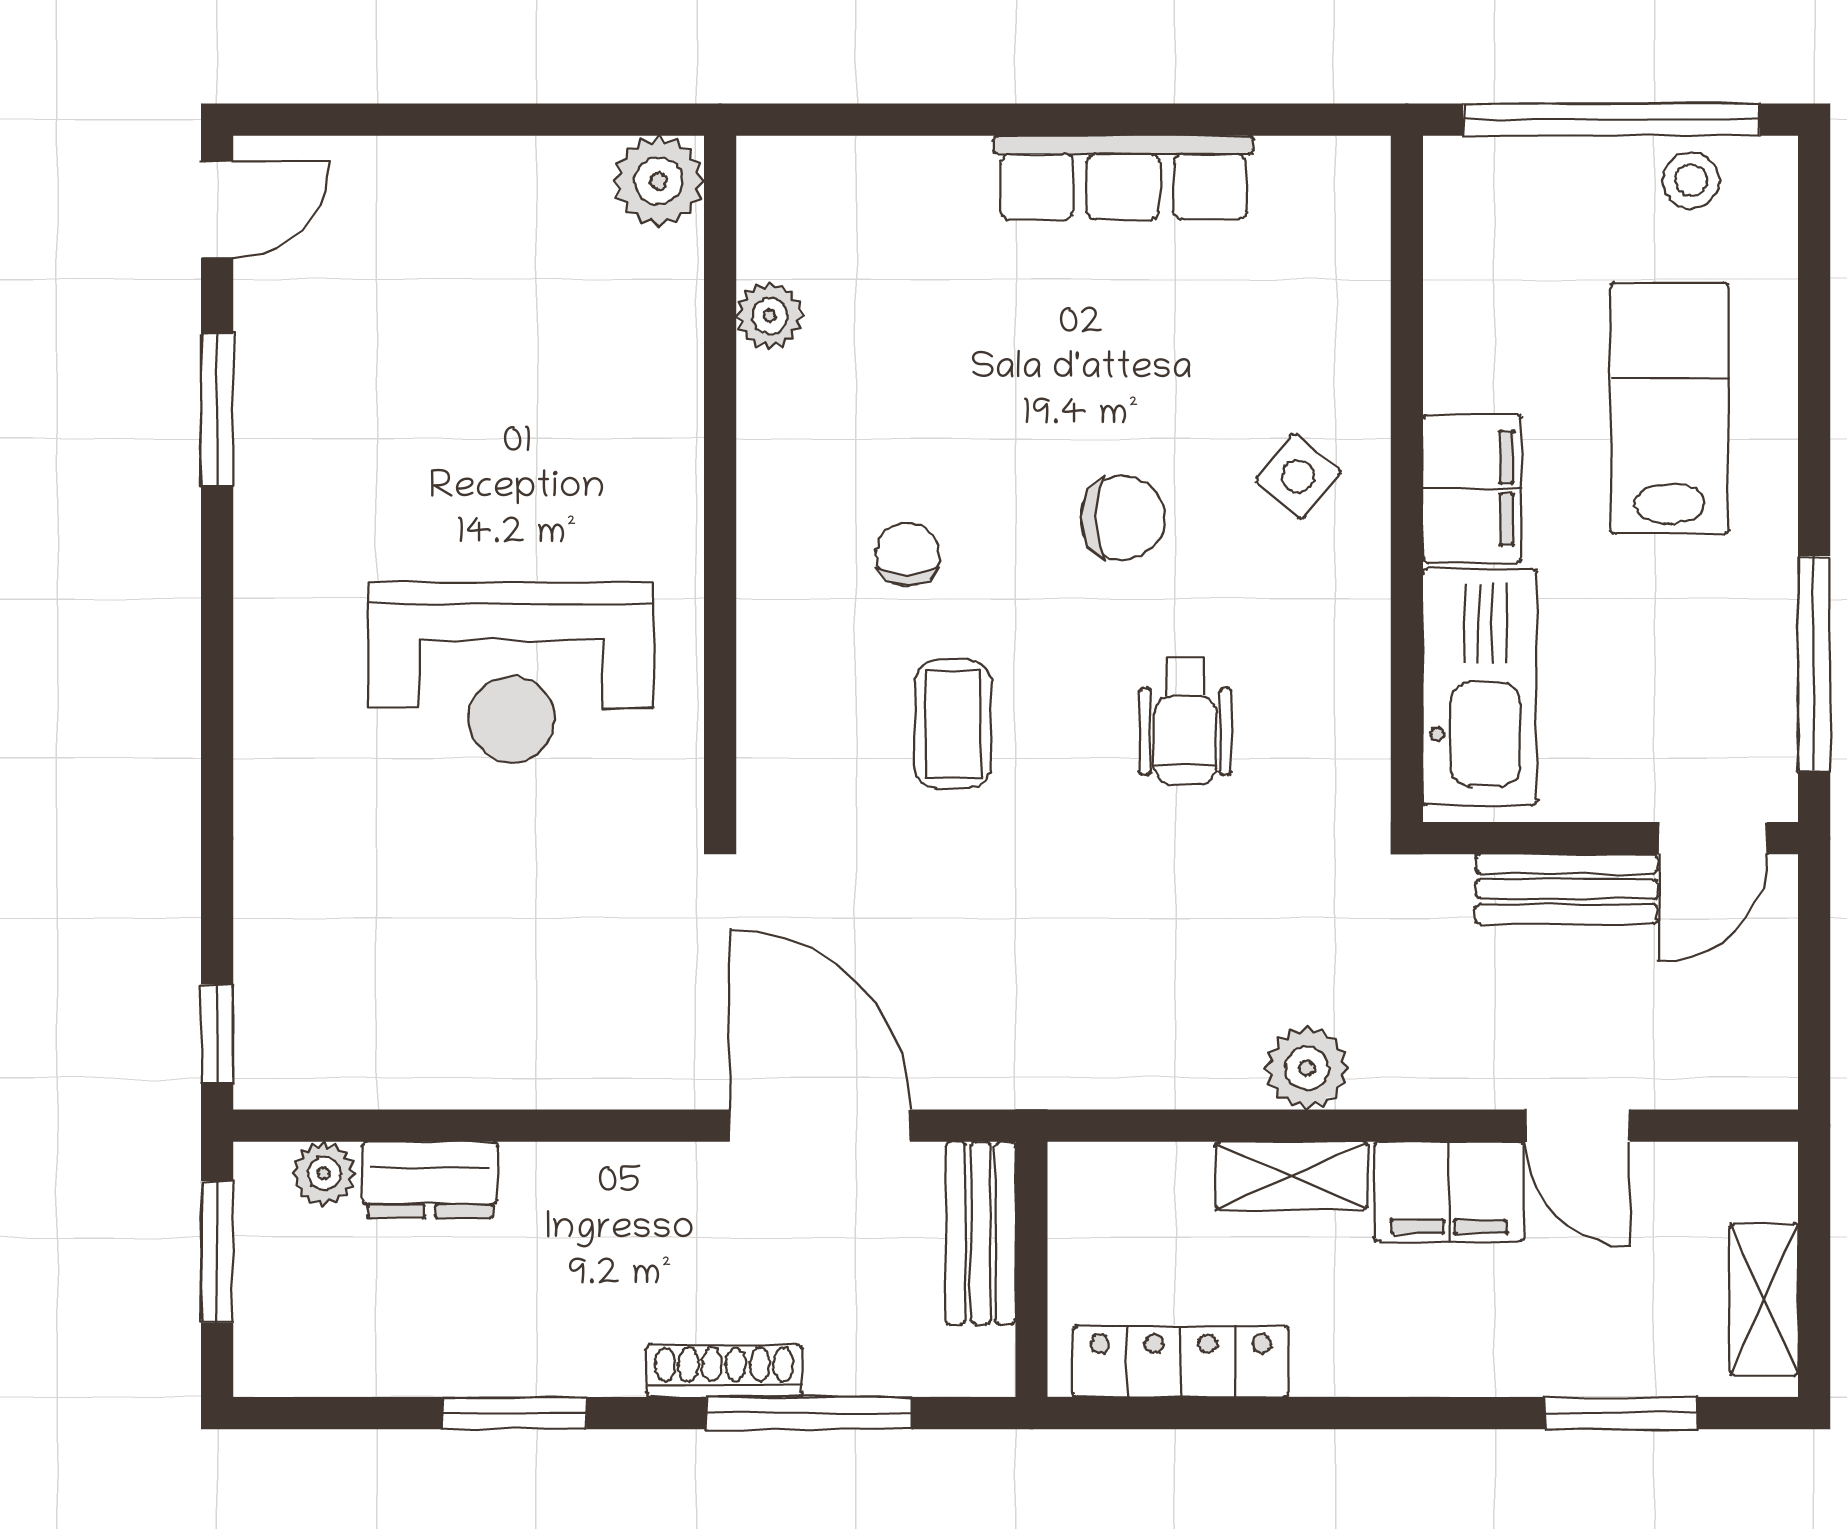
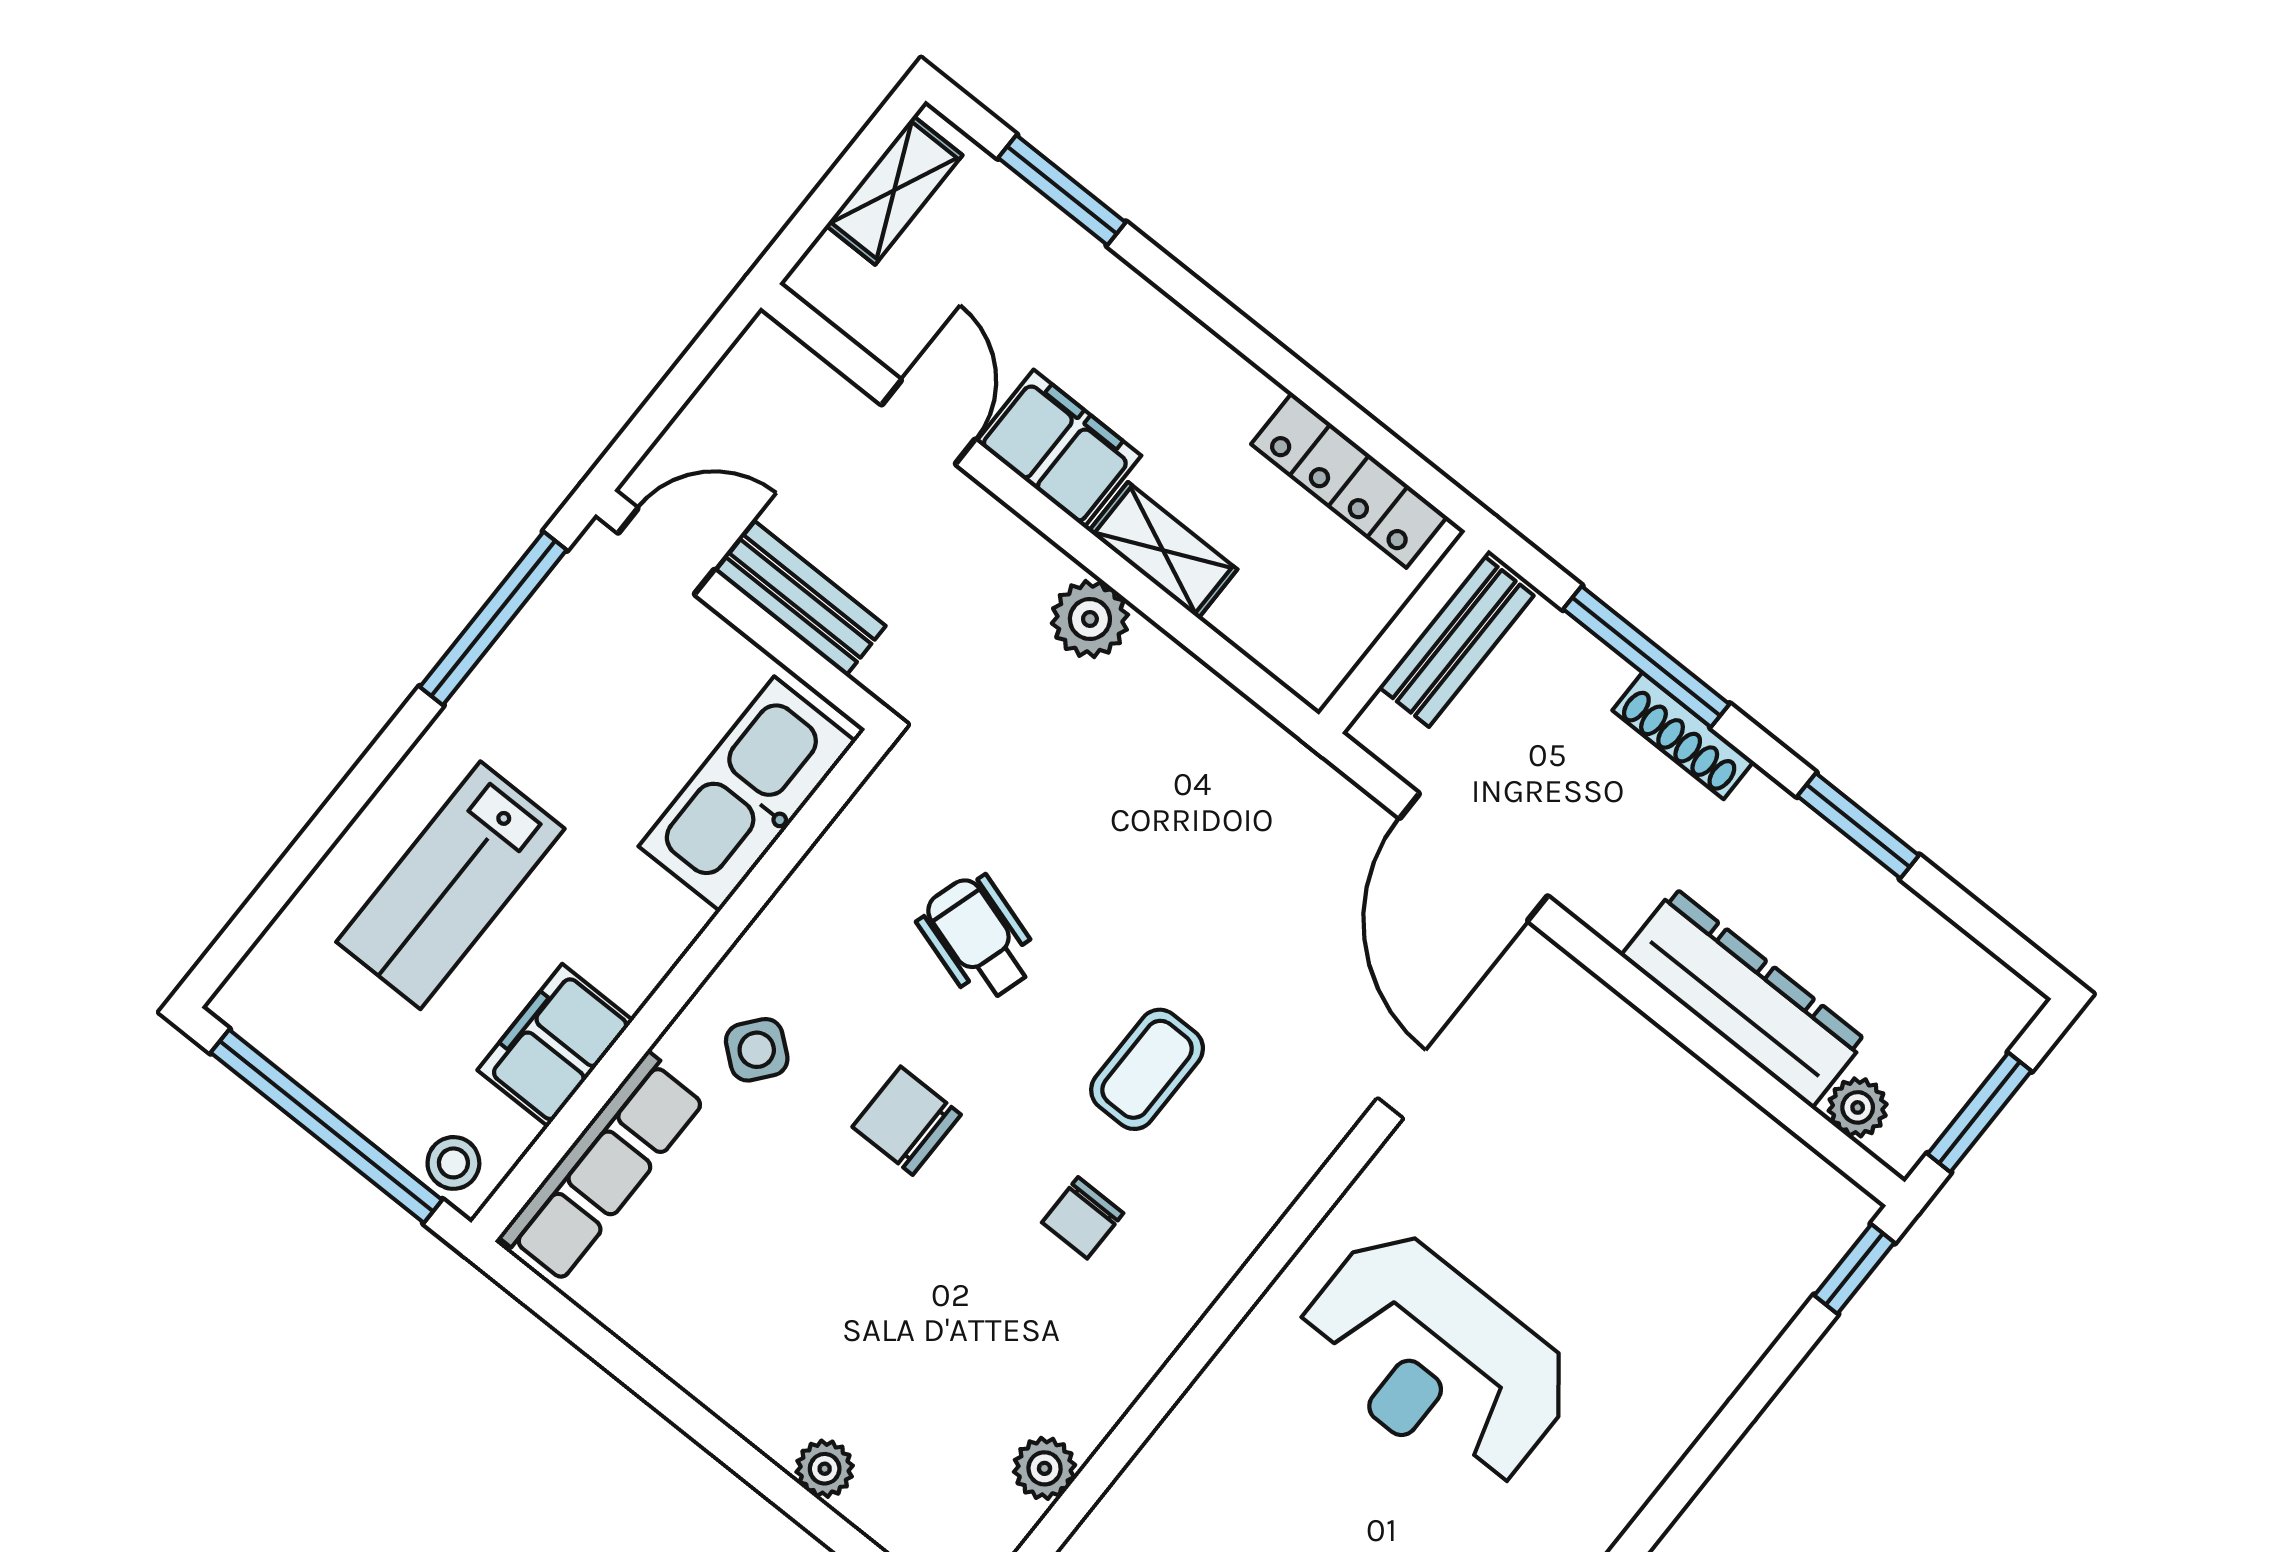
plant: (956, 166) -> (825, 1469), added
row of seats: (1123, 178) -> (603, 1168), moved, turned 90
stool: (1691, 180) -> (453, 1163), moved
filing cabinet: (1472, 488) -> (555, 1045), moved
reception desk: (511, 672) -> (1435, 1360), turned 180
wheelchair: (1185, 721) -> (978, 938), turned -73
dresser: (430, 1180) -> (1743, 998), width x1.96, depth x1.24
bench: (981, 1233) -> (1456, 641), moved

